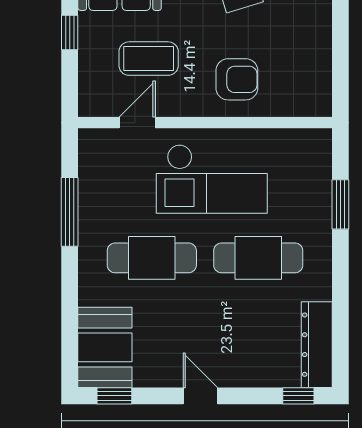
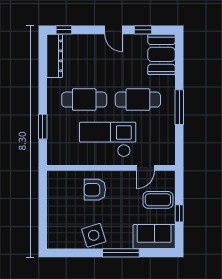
coffee table: (149, 59) -> (158, 200), moved
window: (70, 212) -> (179, 107), moved
window: (114, 396) -> (143, 30), moved

